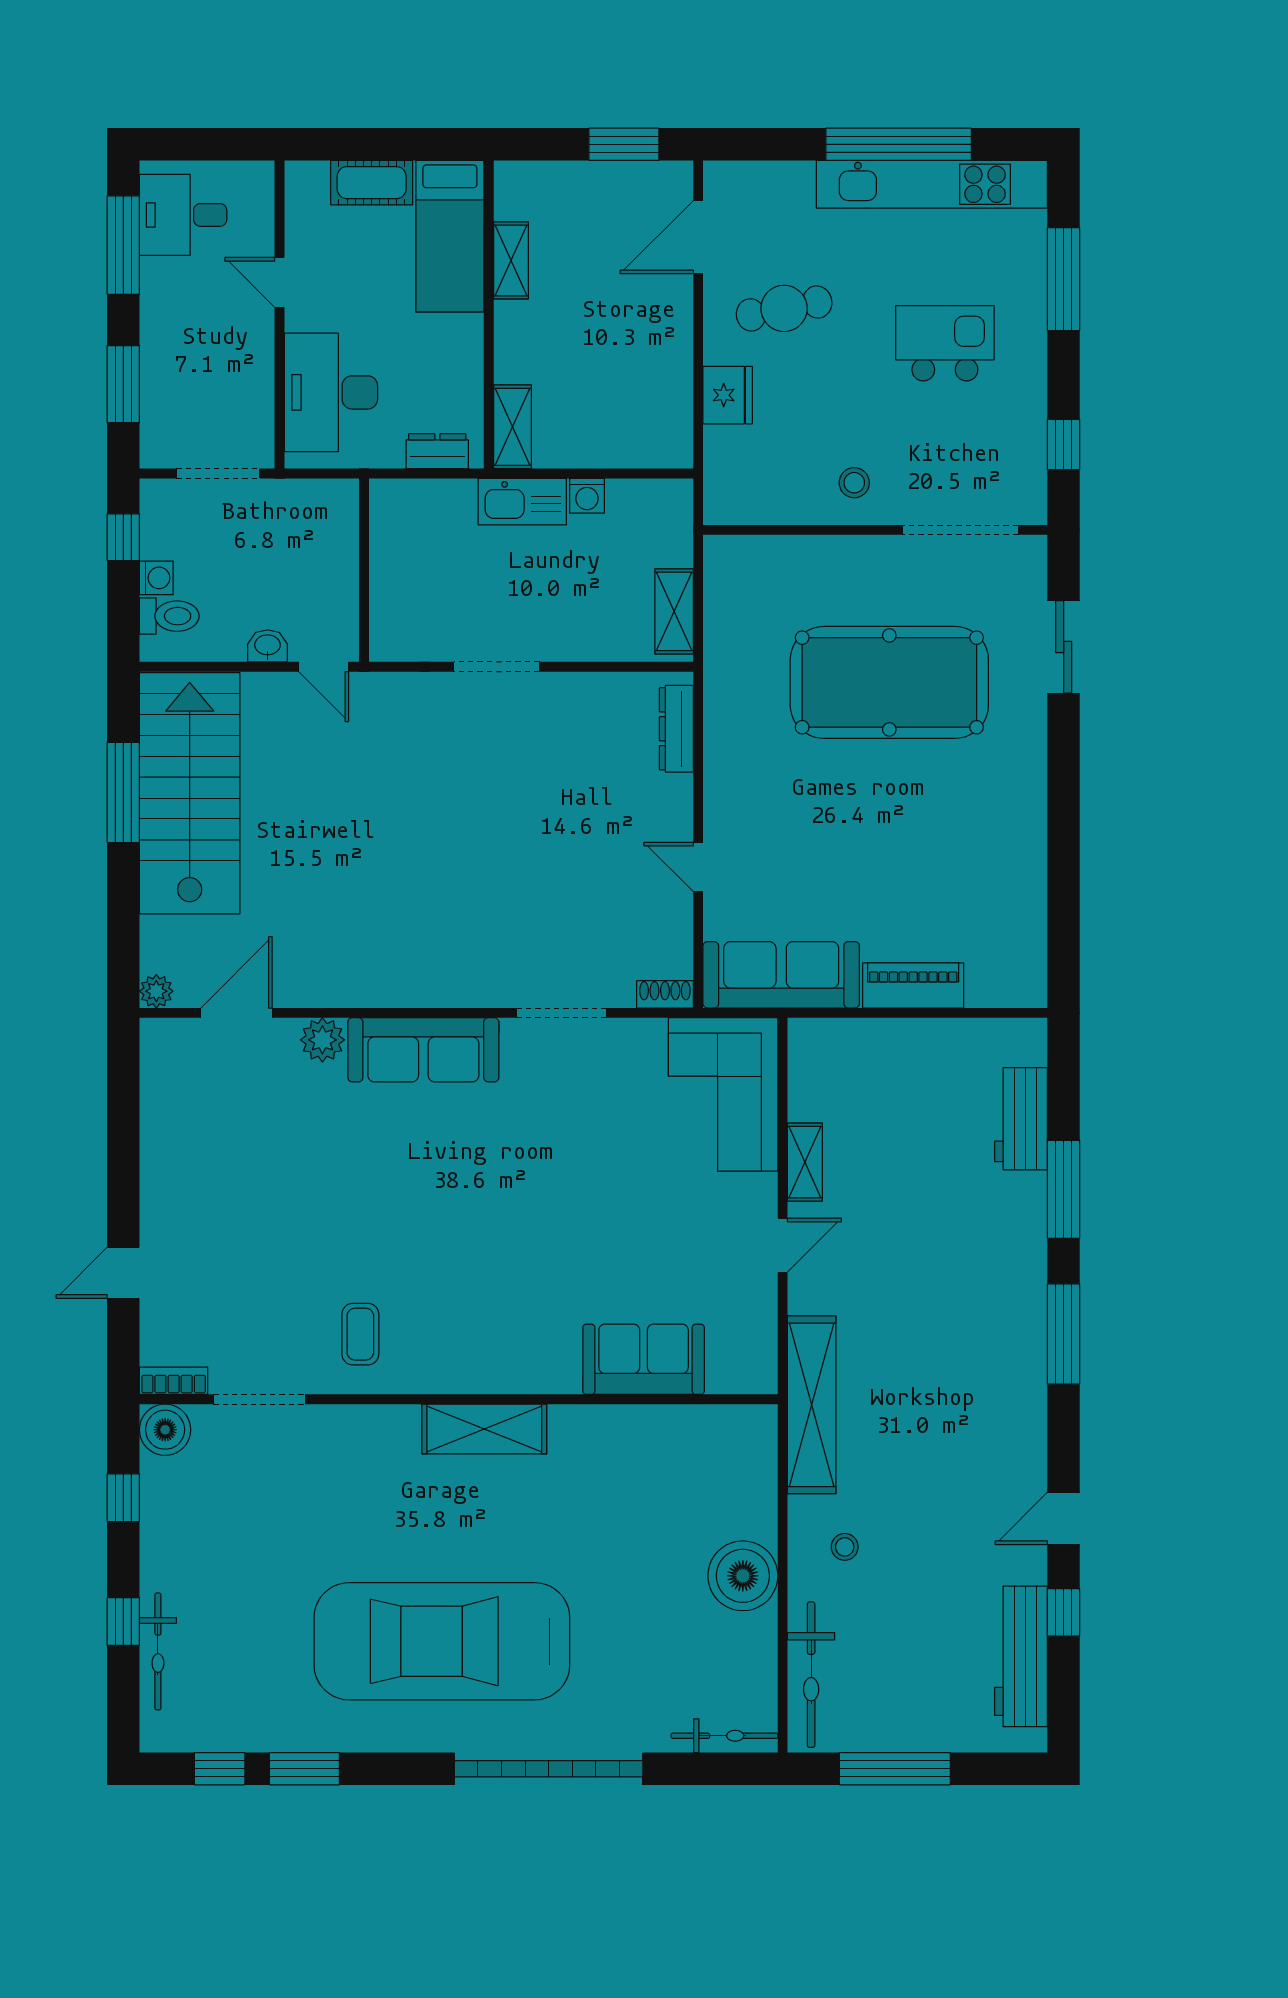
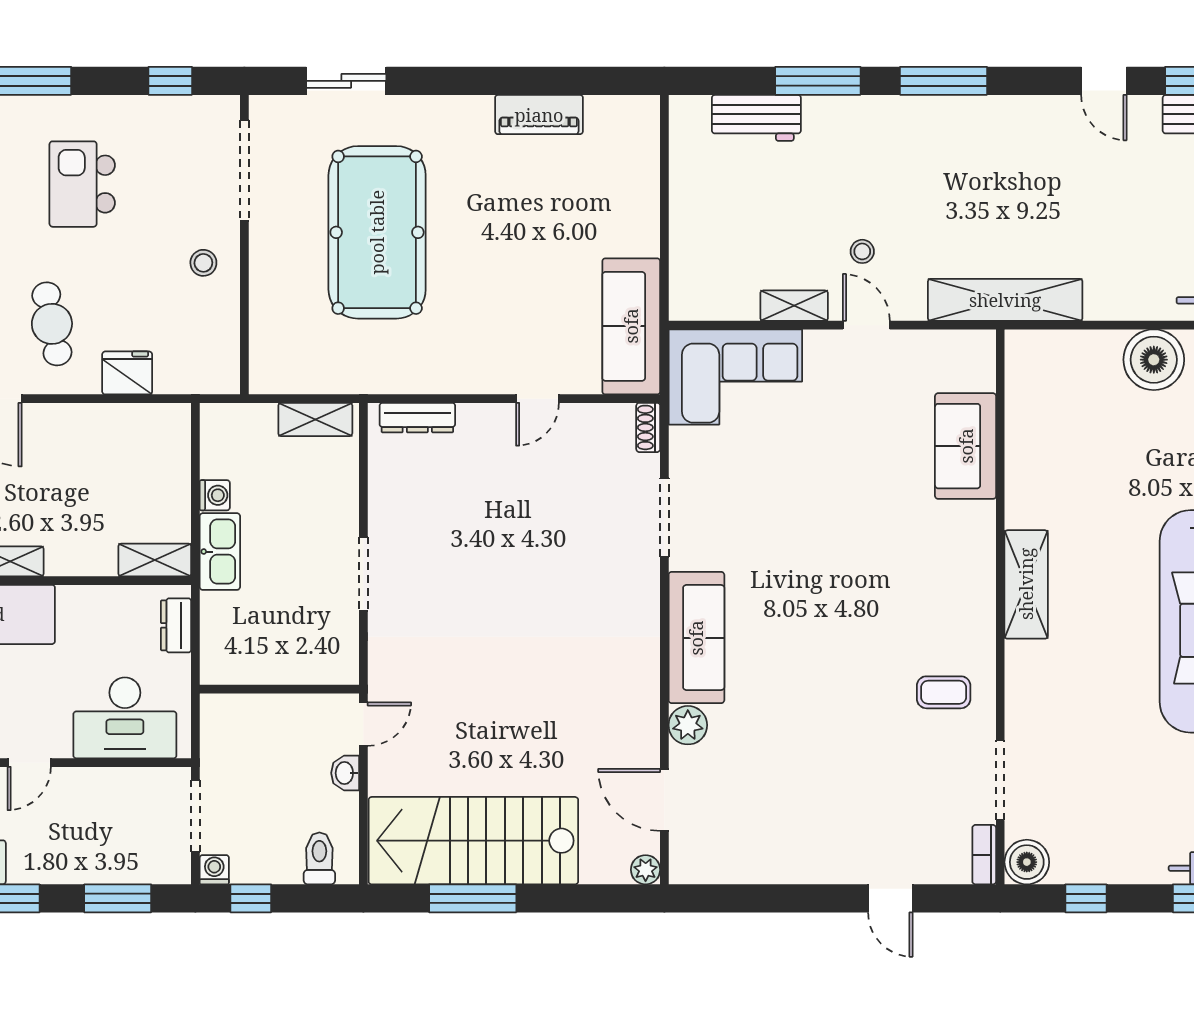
washing machine: (156, 578) -> (214, 870), moved
piano: (913, 985) -> (539, 115), moved, turned -90
stool: (845, 1547) -> (862, 251), moved

